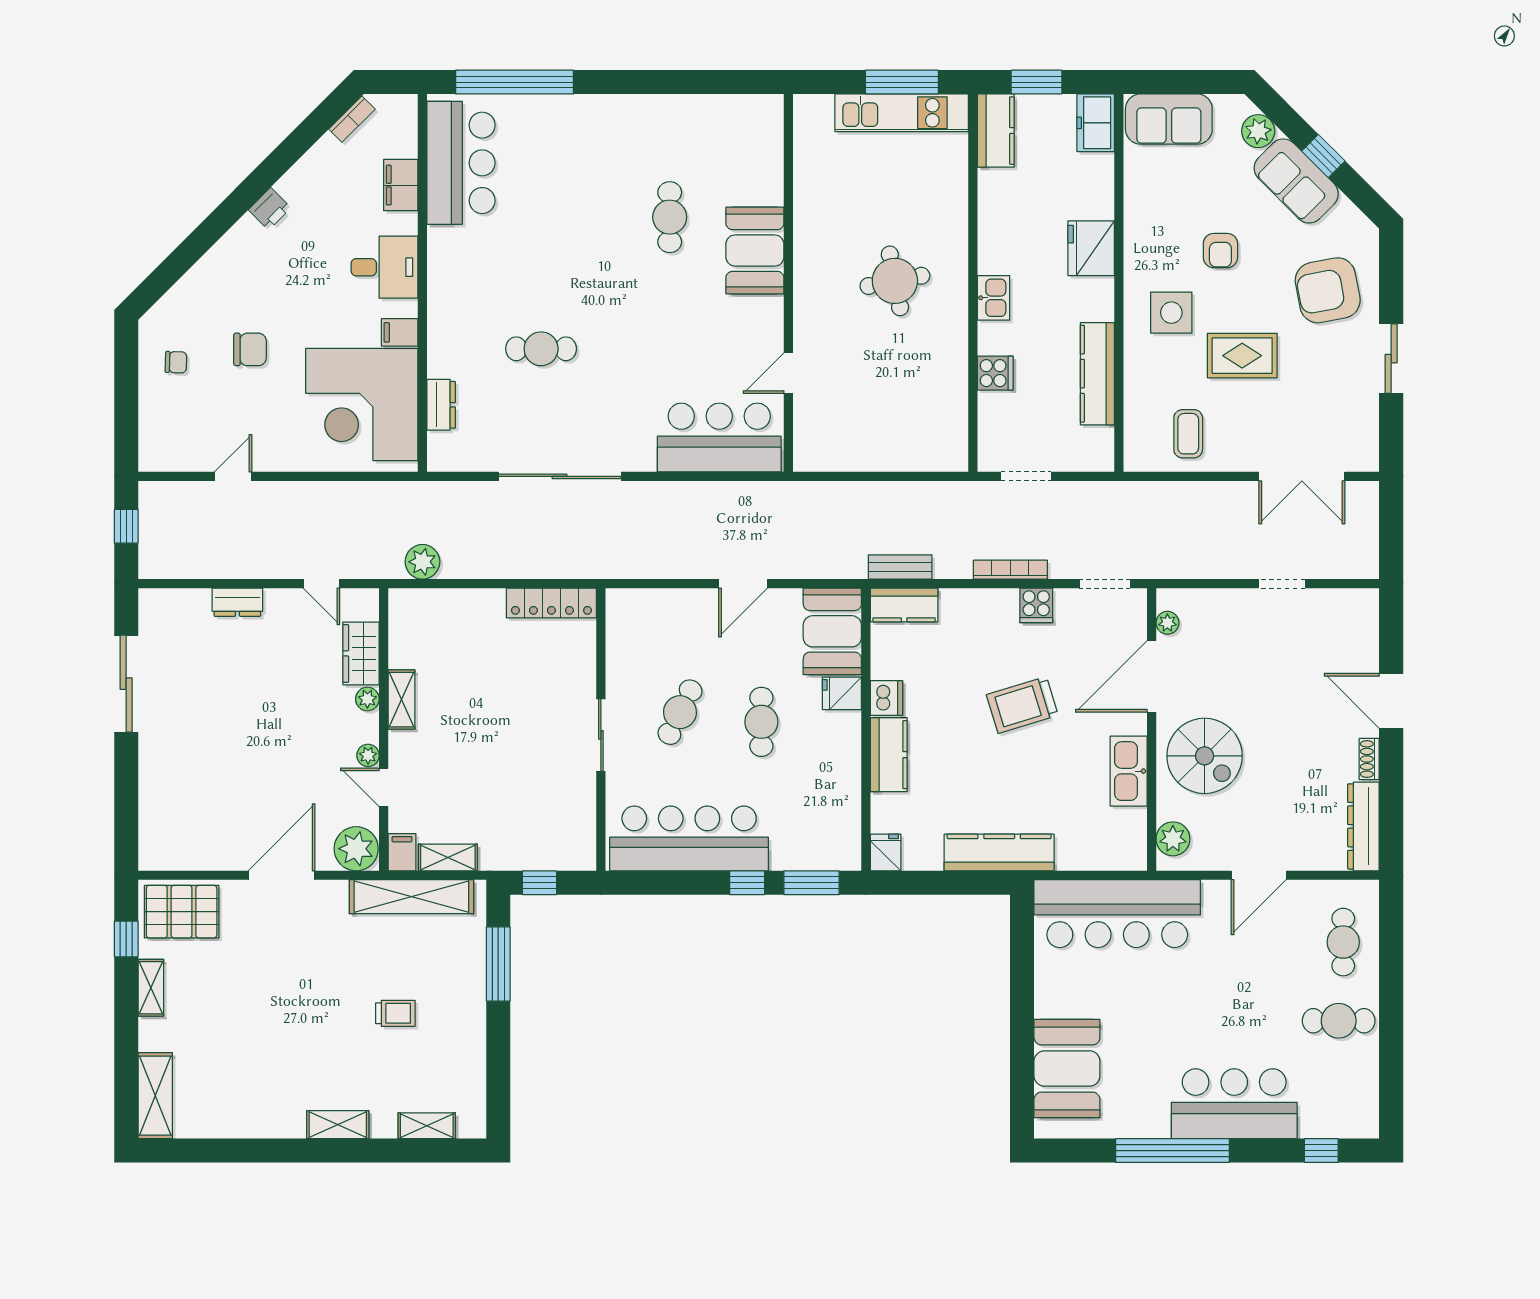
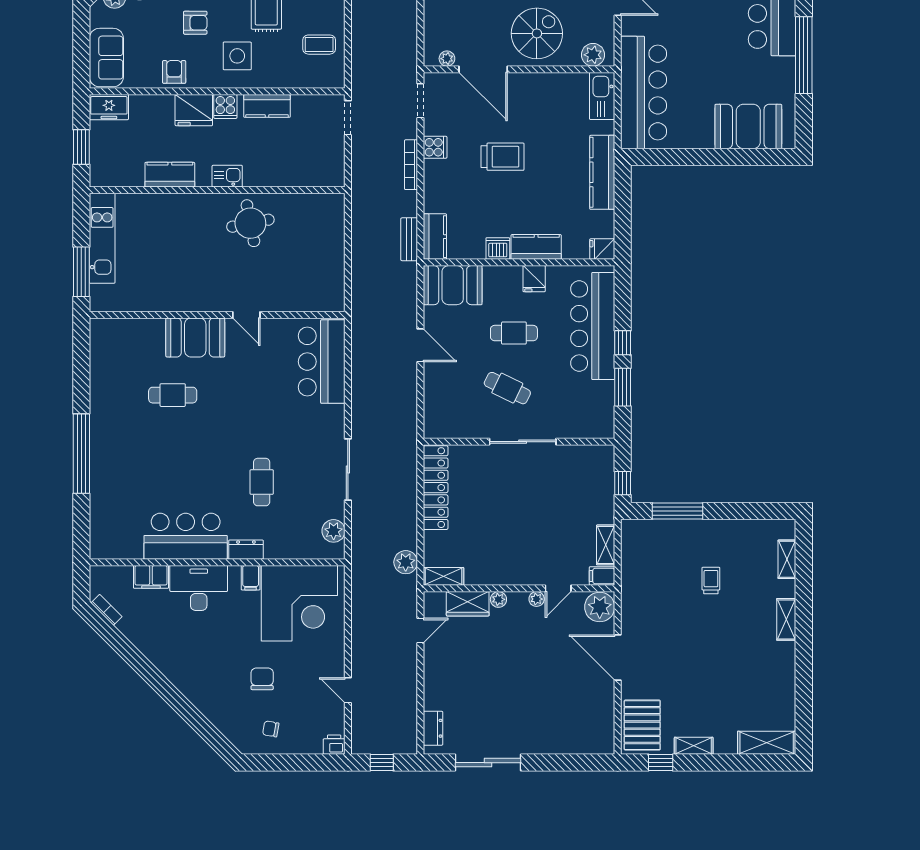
window: (514, 82) -> (81, 454), moved
window: (902, 82) -> (81, 272), moved
kitchen counter: (996, 131) -> (170, 175), moved
bar counter: (461, 163) -> (186, 536), moved
printer: (270, 209) -> (334, 745), moved, turned -45
armchair: (1148, 219) -> (174, 72), added
desk: (384, 267) -> (199, 588), width x1.37
round table: (895, 281) -> (250, 223), moved
chair: (176, 362) -> (271, 729), turned -82
door: (788, 373) -> (246, 315), moved
cooker: (995, 373) -> (225, 106), moved, turned 180
kitchen counter: (1097, 374) -> (267, 106), width x0.67
dresser: (441, 405) -> (246, 550), moved
plant: (469, 455) -> (334, 531), added
sliding door: (560, 476) -> (348, 469), width x0.73
doorway: (1026, 476) -> (348, 118), moved
dresser: (237, 602) -> (433, 728), moved
locker: (551, 603) -> (436, 488), width x1.41, depth x1.21
fridge: (842, 693) -> (534, 279), moved
shelving: (401, 700) -> (443, 576), moved
trolley: (1022, 705) -> (502, 157), turned -73
sliding door: (601, 735) -> (523, 442), width x1.37
kitchen sink: (1129, 771) -> (602, 96), moved, turned 90
bar counter: (689, 838) -> (593, 326), moved
window: (811, 883) -> (623, 387), moved
shelving: (411, 897) -> (632, 570), removed

